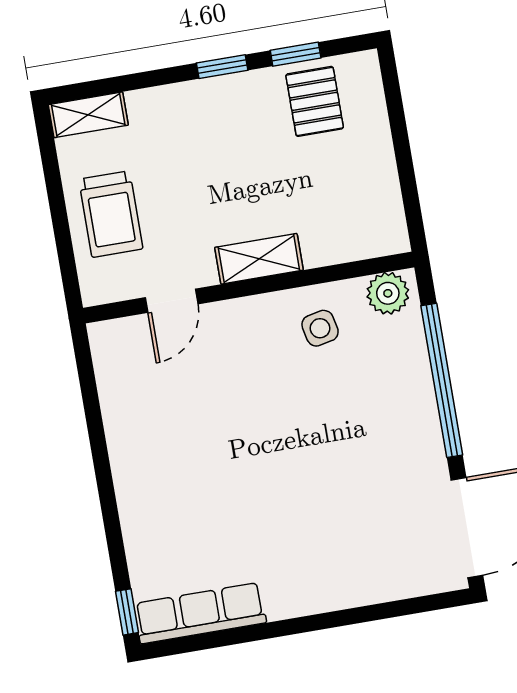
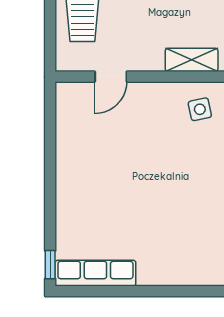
shelving: (259, 259) -> (192, 60), moved

